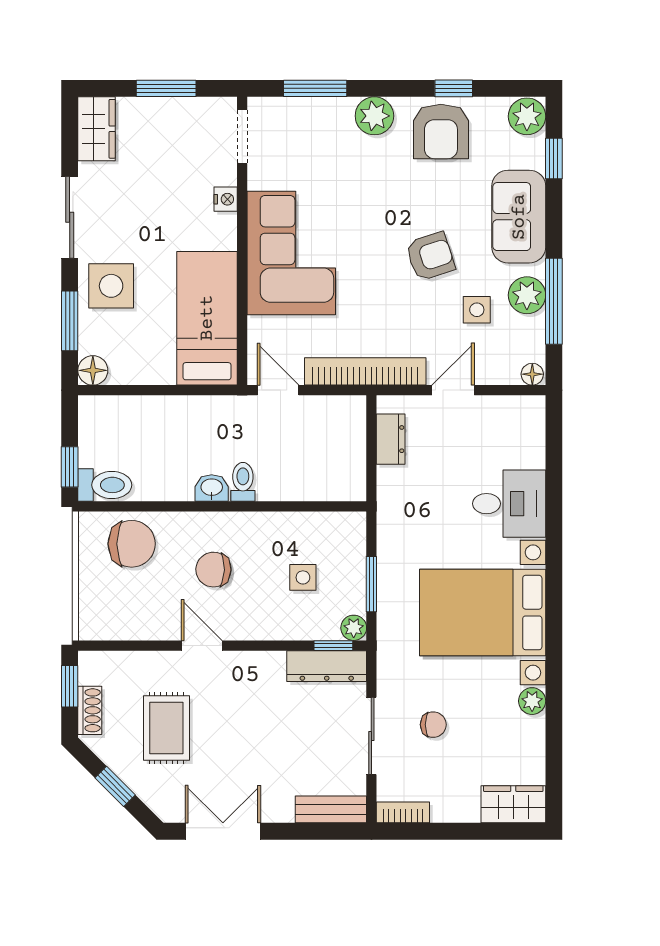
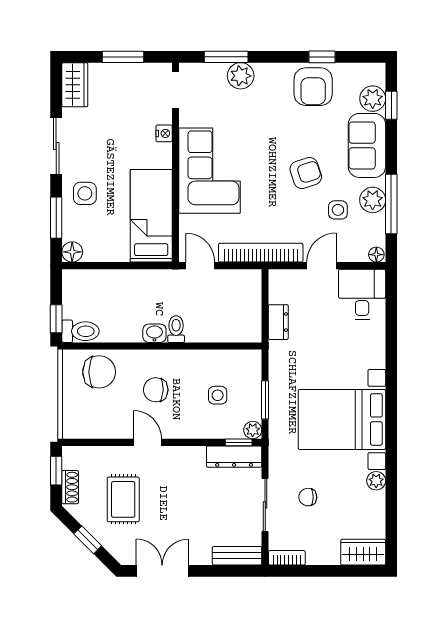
plant: (374, 116) -> (241, 76), moved
plant: (527, 116) -> (373, 99), moved
side table: (111, 286) -> (85, 193), width x0.73, depth x0.73
dresser: (391, 439) -> (278, 322), moved
desk: (509, 504) -> (362, 294), moved, turned -90
chair: (433, 725) -> (308, 497), turned 180

